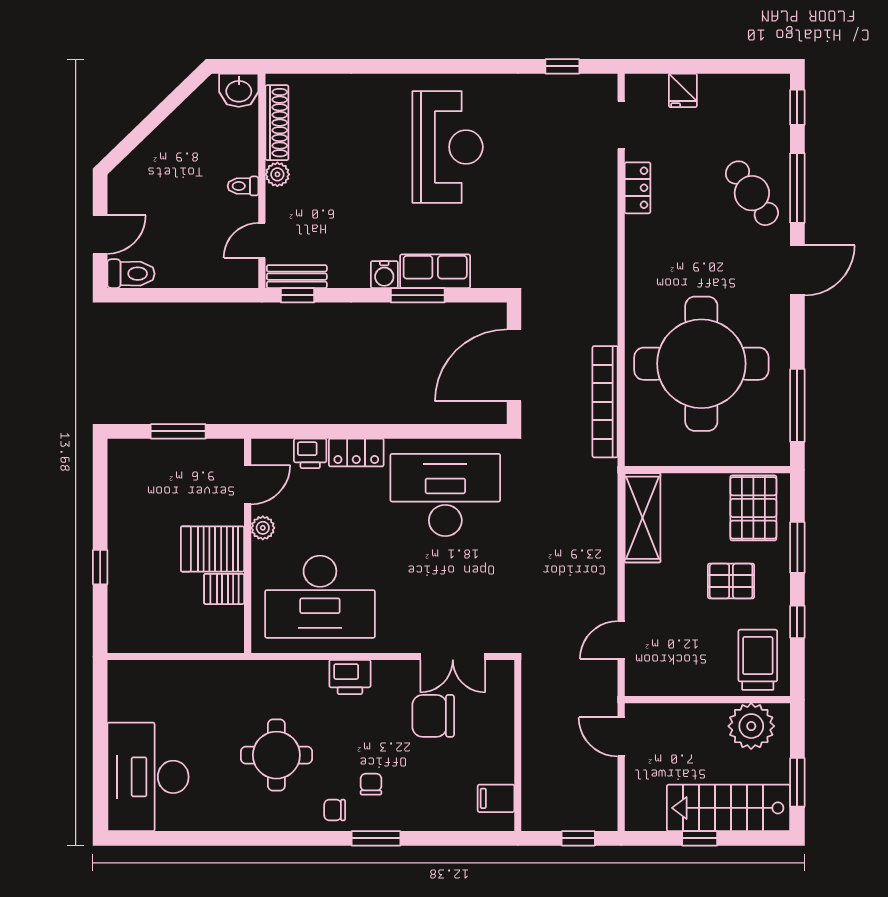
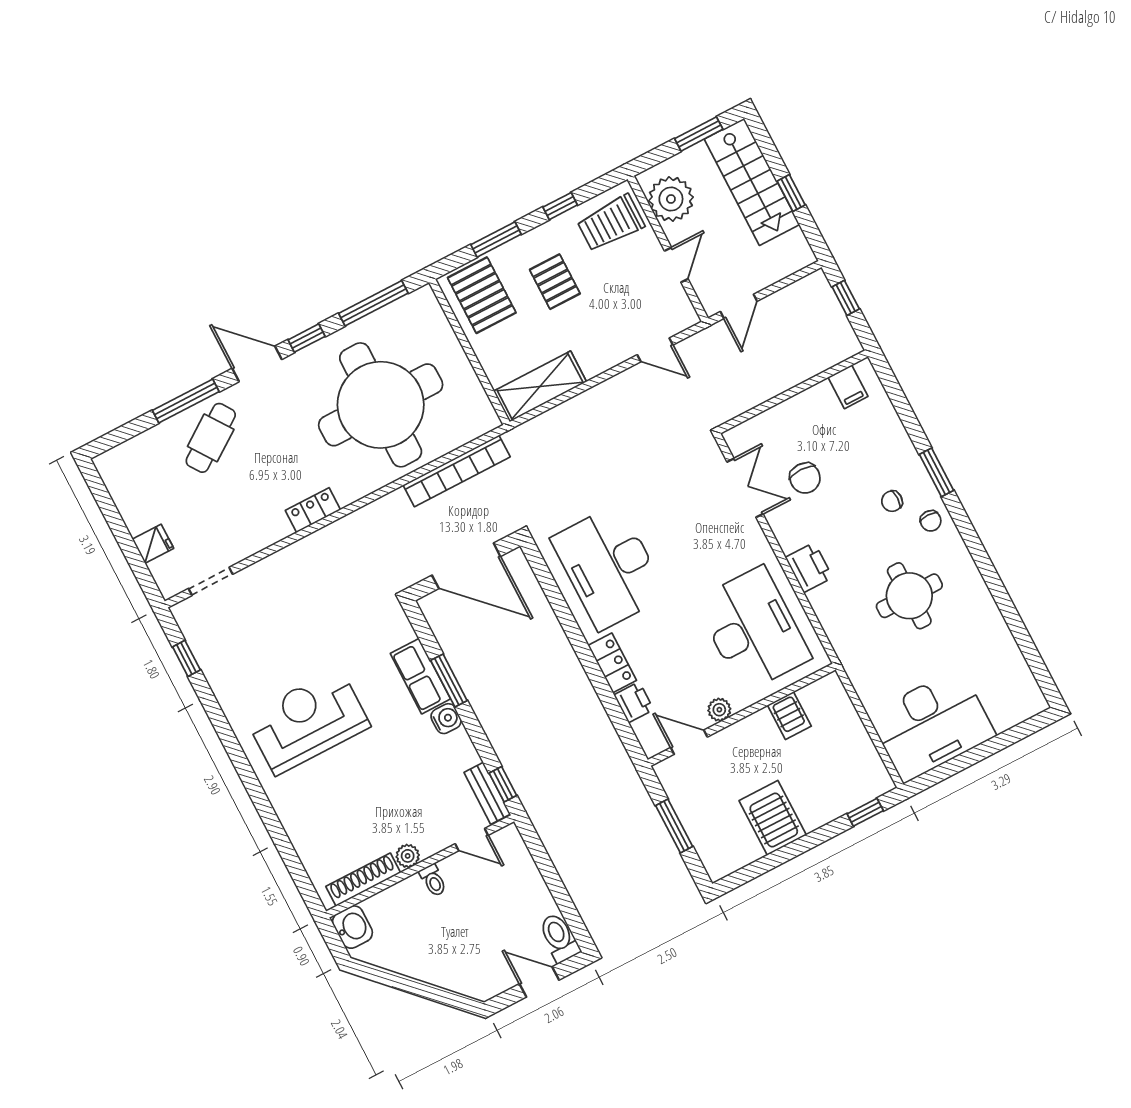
window: (797, 107) -> (307, 338), moved
locker: (638, 188) -> (313, 510), moved
pallet: (753, 508) -> (482, 295), turned 90
server rack: (212, 549) -> (773, 818), moved, turned 180
window: (100, 567) -> (865, 812), moved
door: (689, 700) -> (676, 265), added
chair: (433, 716) -> (805, 478), width x0.73, depth x0.73
desk: (148, 777) -> (932, 725), moved

